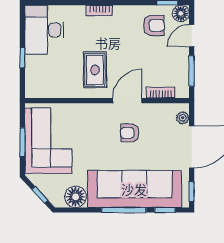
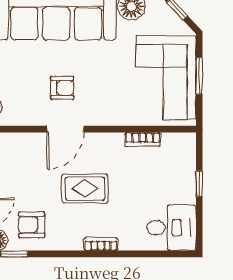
desk: (44, 30) -> (171, 228), width x0.73
rug: (95, 70) -> (85, 189), moved, turned 90
bookcase: (161, 92) -> (143, 139), moved

